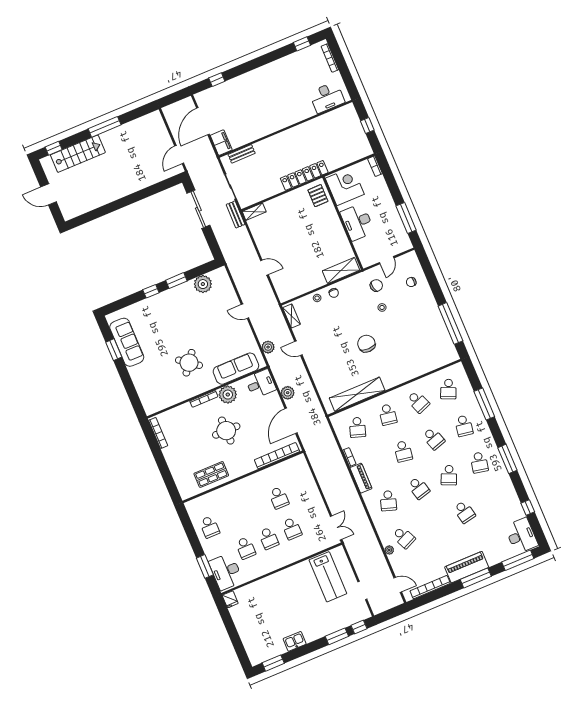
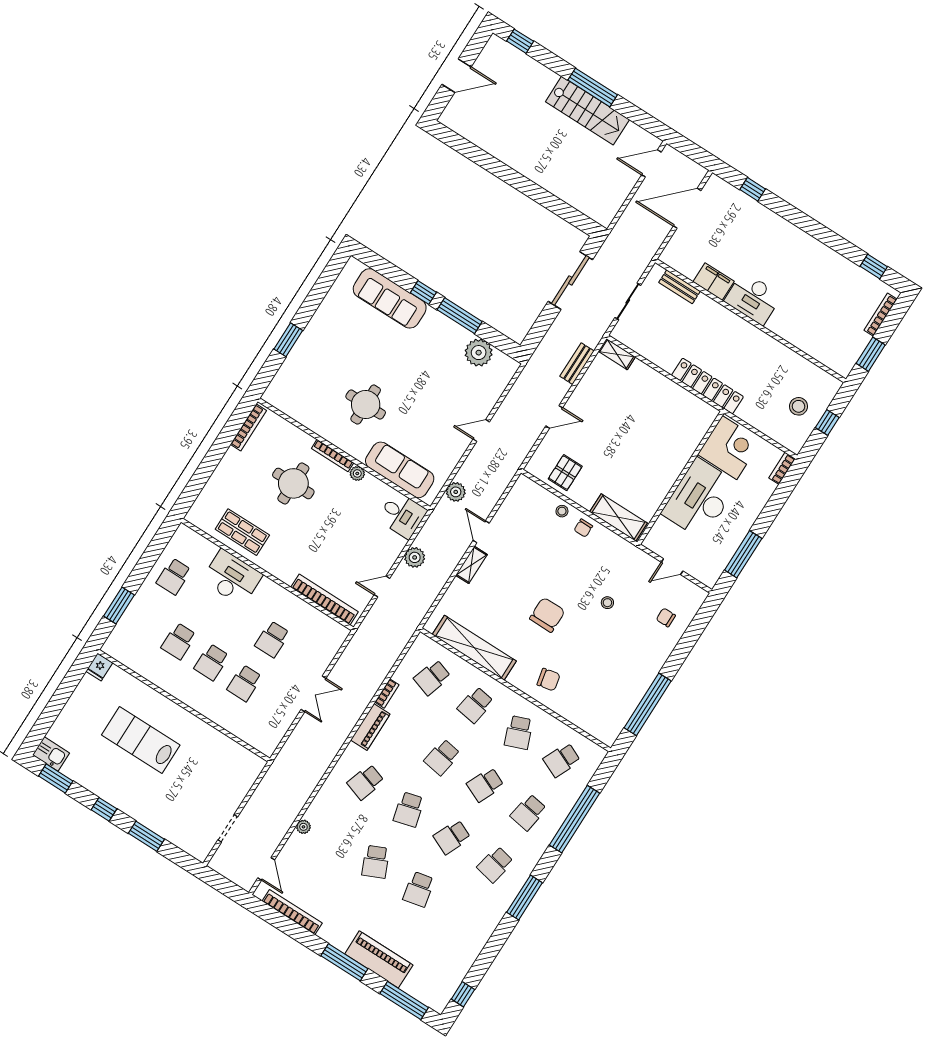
window: (347, 78) -> (871, 354), added
desk: (327, 97) -> (753, 298), moved
stool: (348, 135) -> (799, 406), added
filing cabinet: (221, 143) -> (714, 282), moved, turned -90
stairs: (78, 154) -> (587, 111), moved
door: (179, 155) -> (651, 163), moved
door: (49, 194) -> (457, 76), swing flipped
pallet: (318, 196) -> (565, 473), moved
bench: (236, 214) -> (577, 364), moved
desk: (357, 222) -> (700, 499), width x1.36, depth x1.30
door: (264, 268) -> (554, 417), hinge flipped
window: (176, 281) -> (460, 316), width x1.44
chair: (376, 285) -> (549, 680), moved
door: (245, 311) -> (481, 431), hinge flipped
shelving: (292, 316) -> (471, 565), moved
sofa: (127, 342) -> (390, 298), moved, turned 90
window: (114, 350) -> (288, 340), moved
round table: (189, 363) -> (366, 405), turned -37
plant: (228, 395) -> (357, 473), width x0.53, depth x0.53
window: (484, 404) -> (575, 819), width x1.46
door: (291, 421) -> (382, 587), width x0.53
round table: (226, 431) -> (293, 483), moved
school desk: (434, 439) -> (485, 785), turned 42
window: (528, 507) -> (463, 994), moved
double door: (336, 528) -> (313, 694), moved
desk: (521, 536) -> (439, 983), removed
school desk: (404, 537) -> (376, 862), moved
piano: (467, 567) -> (379, 959), moved
desk: (226, 572) -> (232, 578), moved, turned 90
lab bench: (328, 577) -> (141, 740), moved, turned 90
window: (359, 627) -> (104, 809), moved
kitchen sink: (295, 641) -> (51, 754), moved

